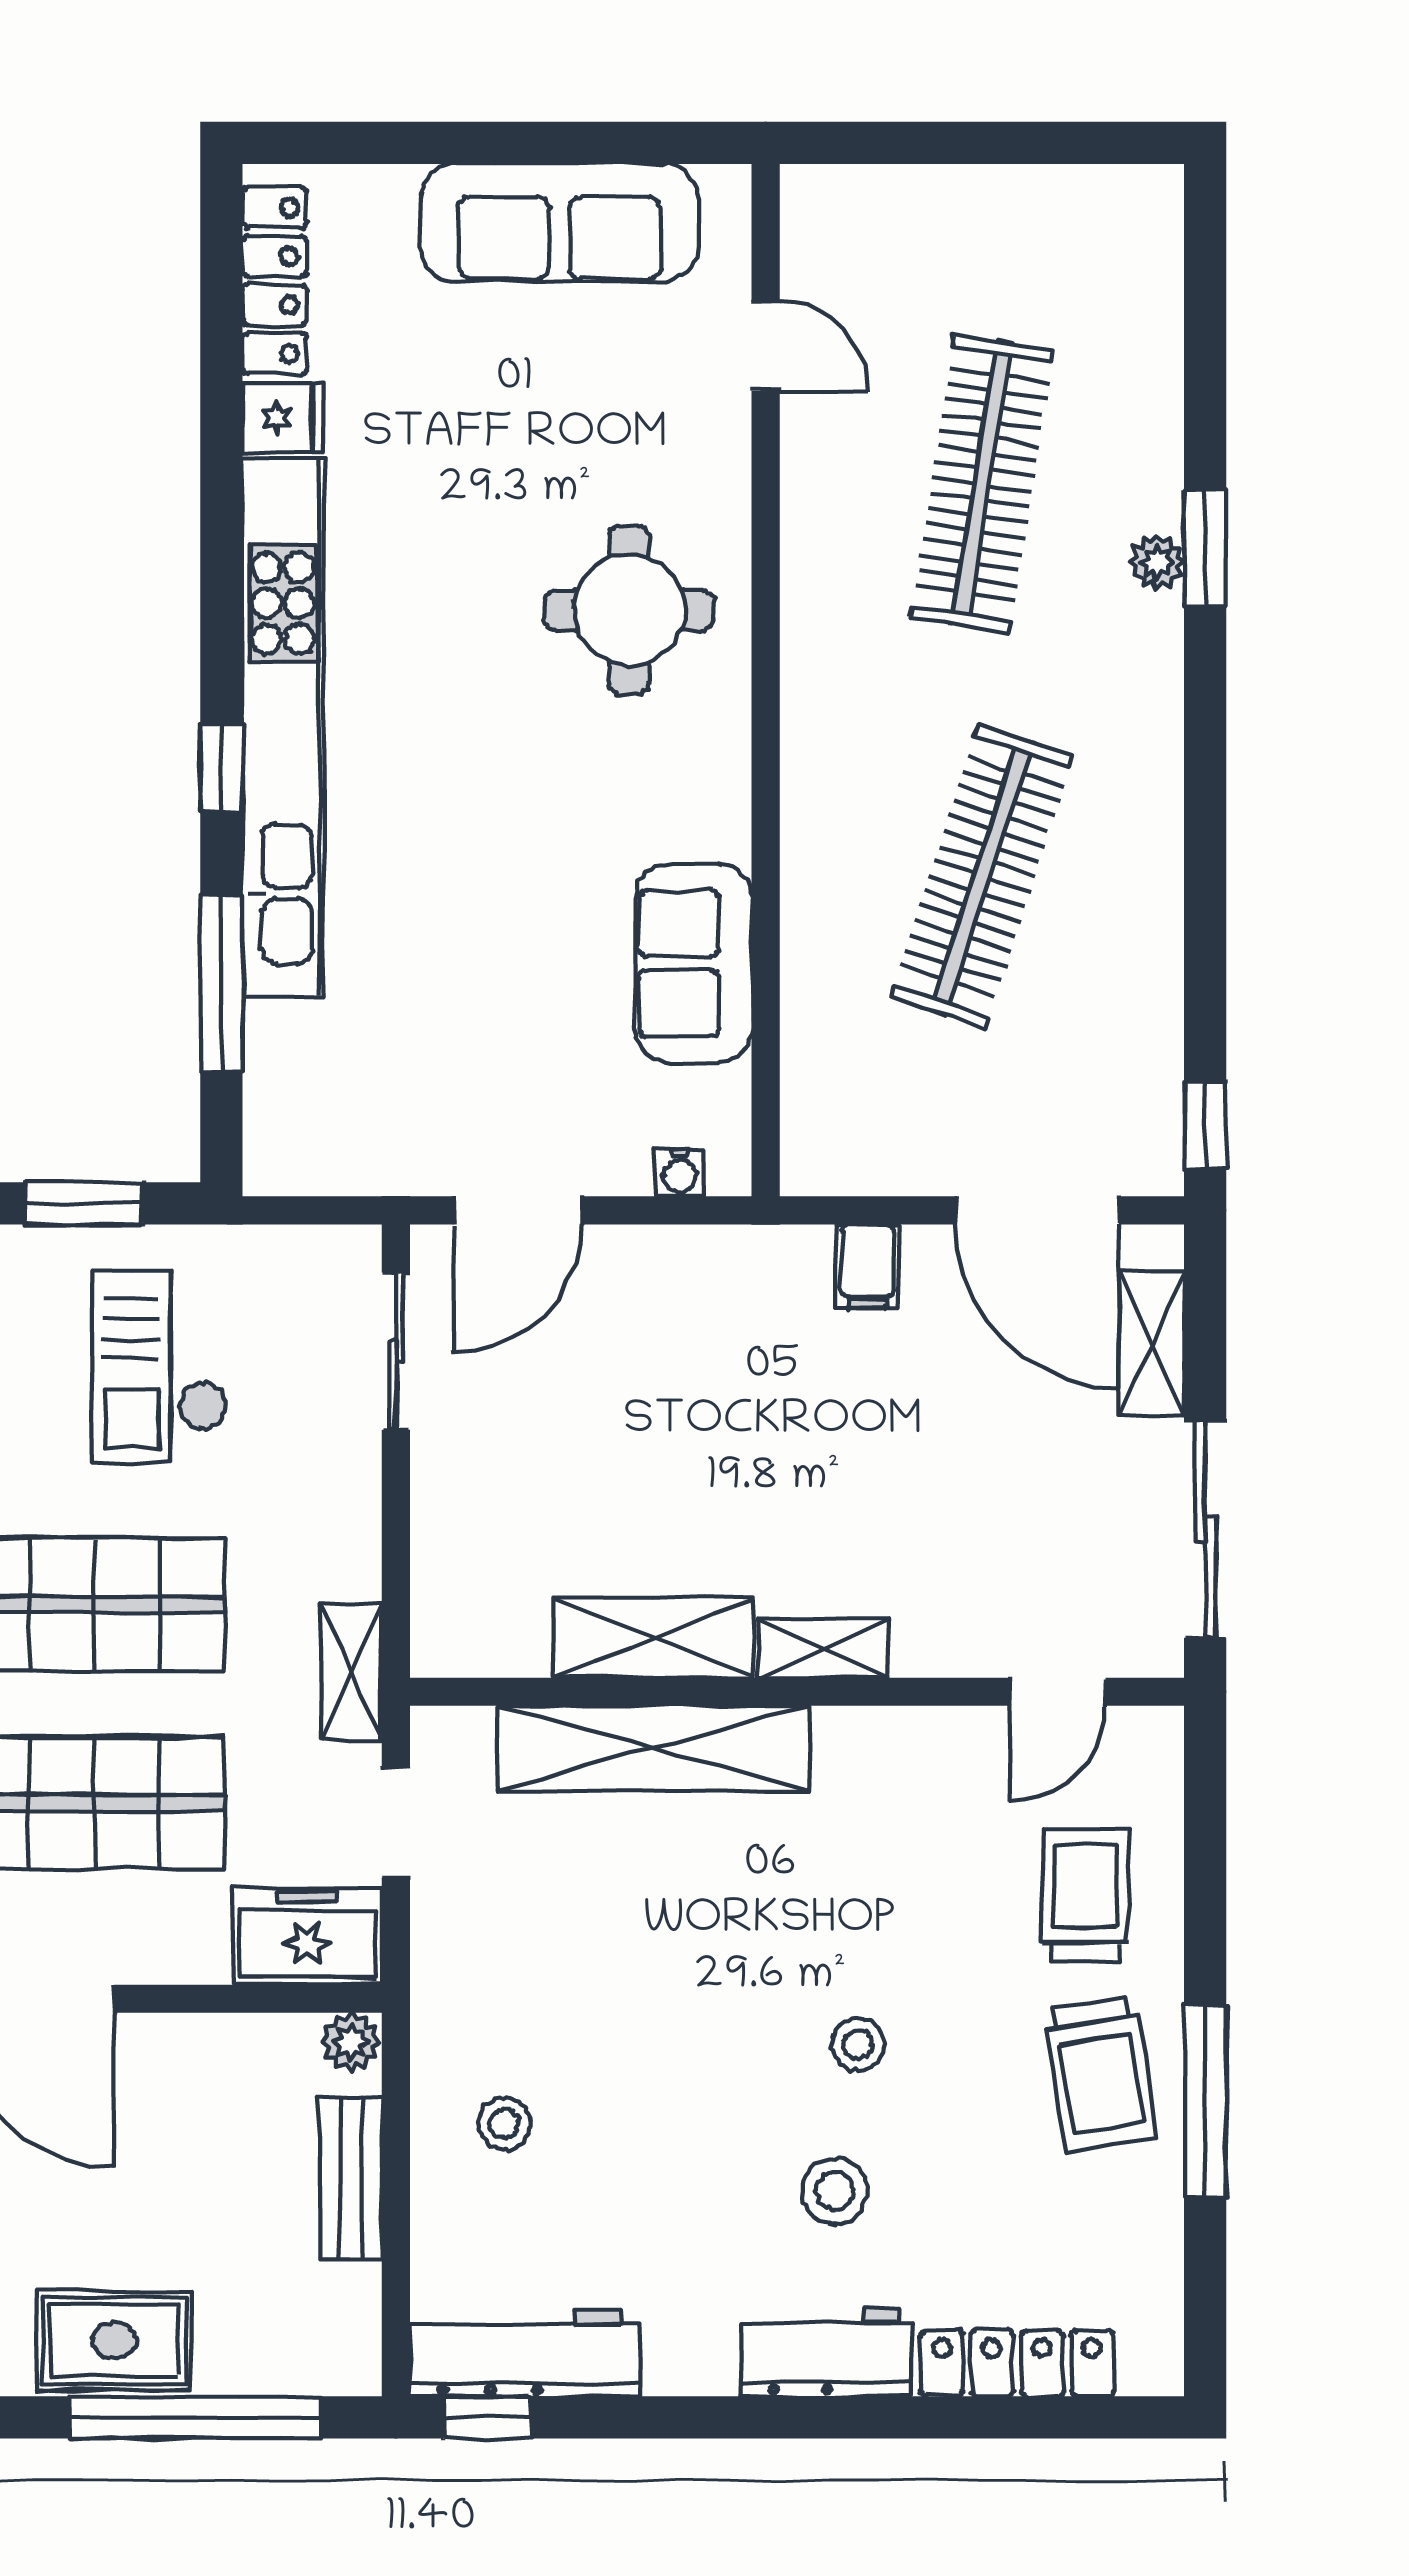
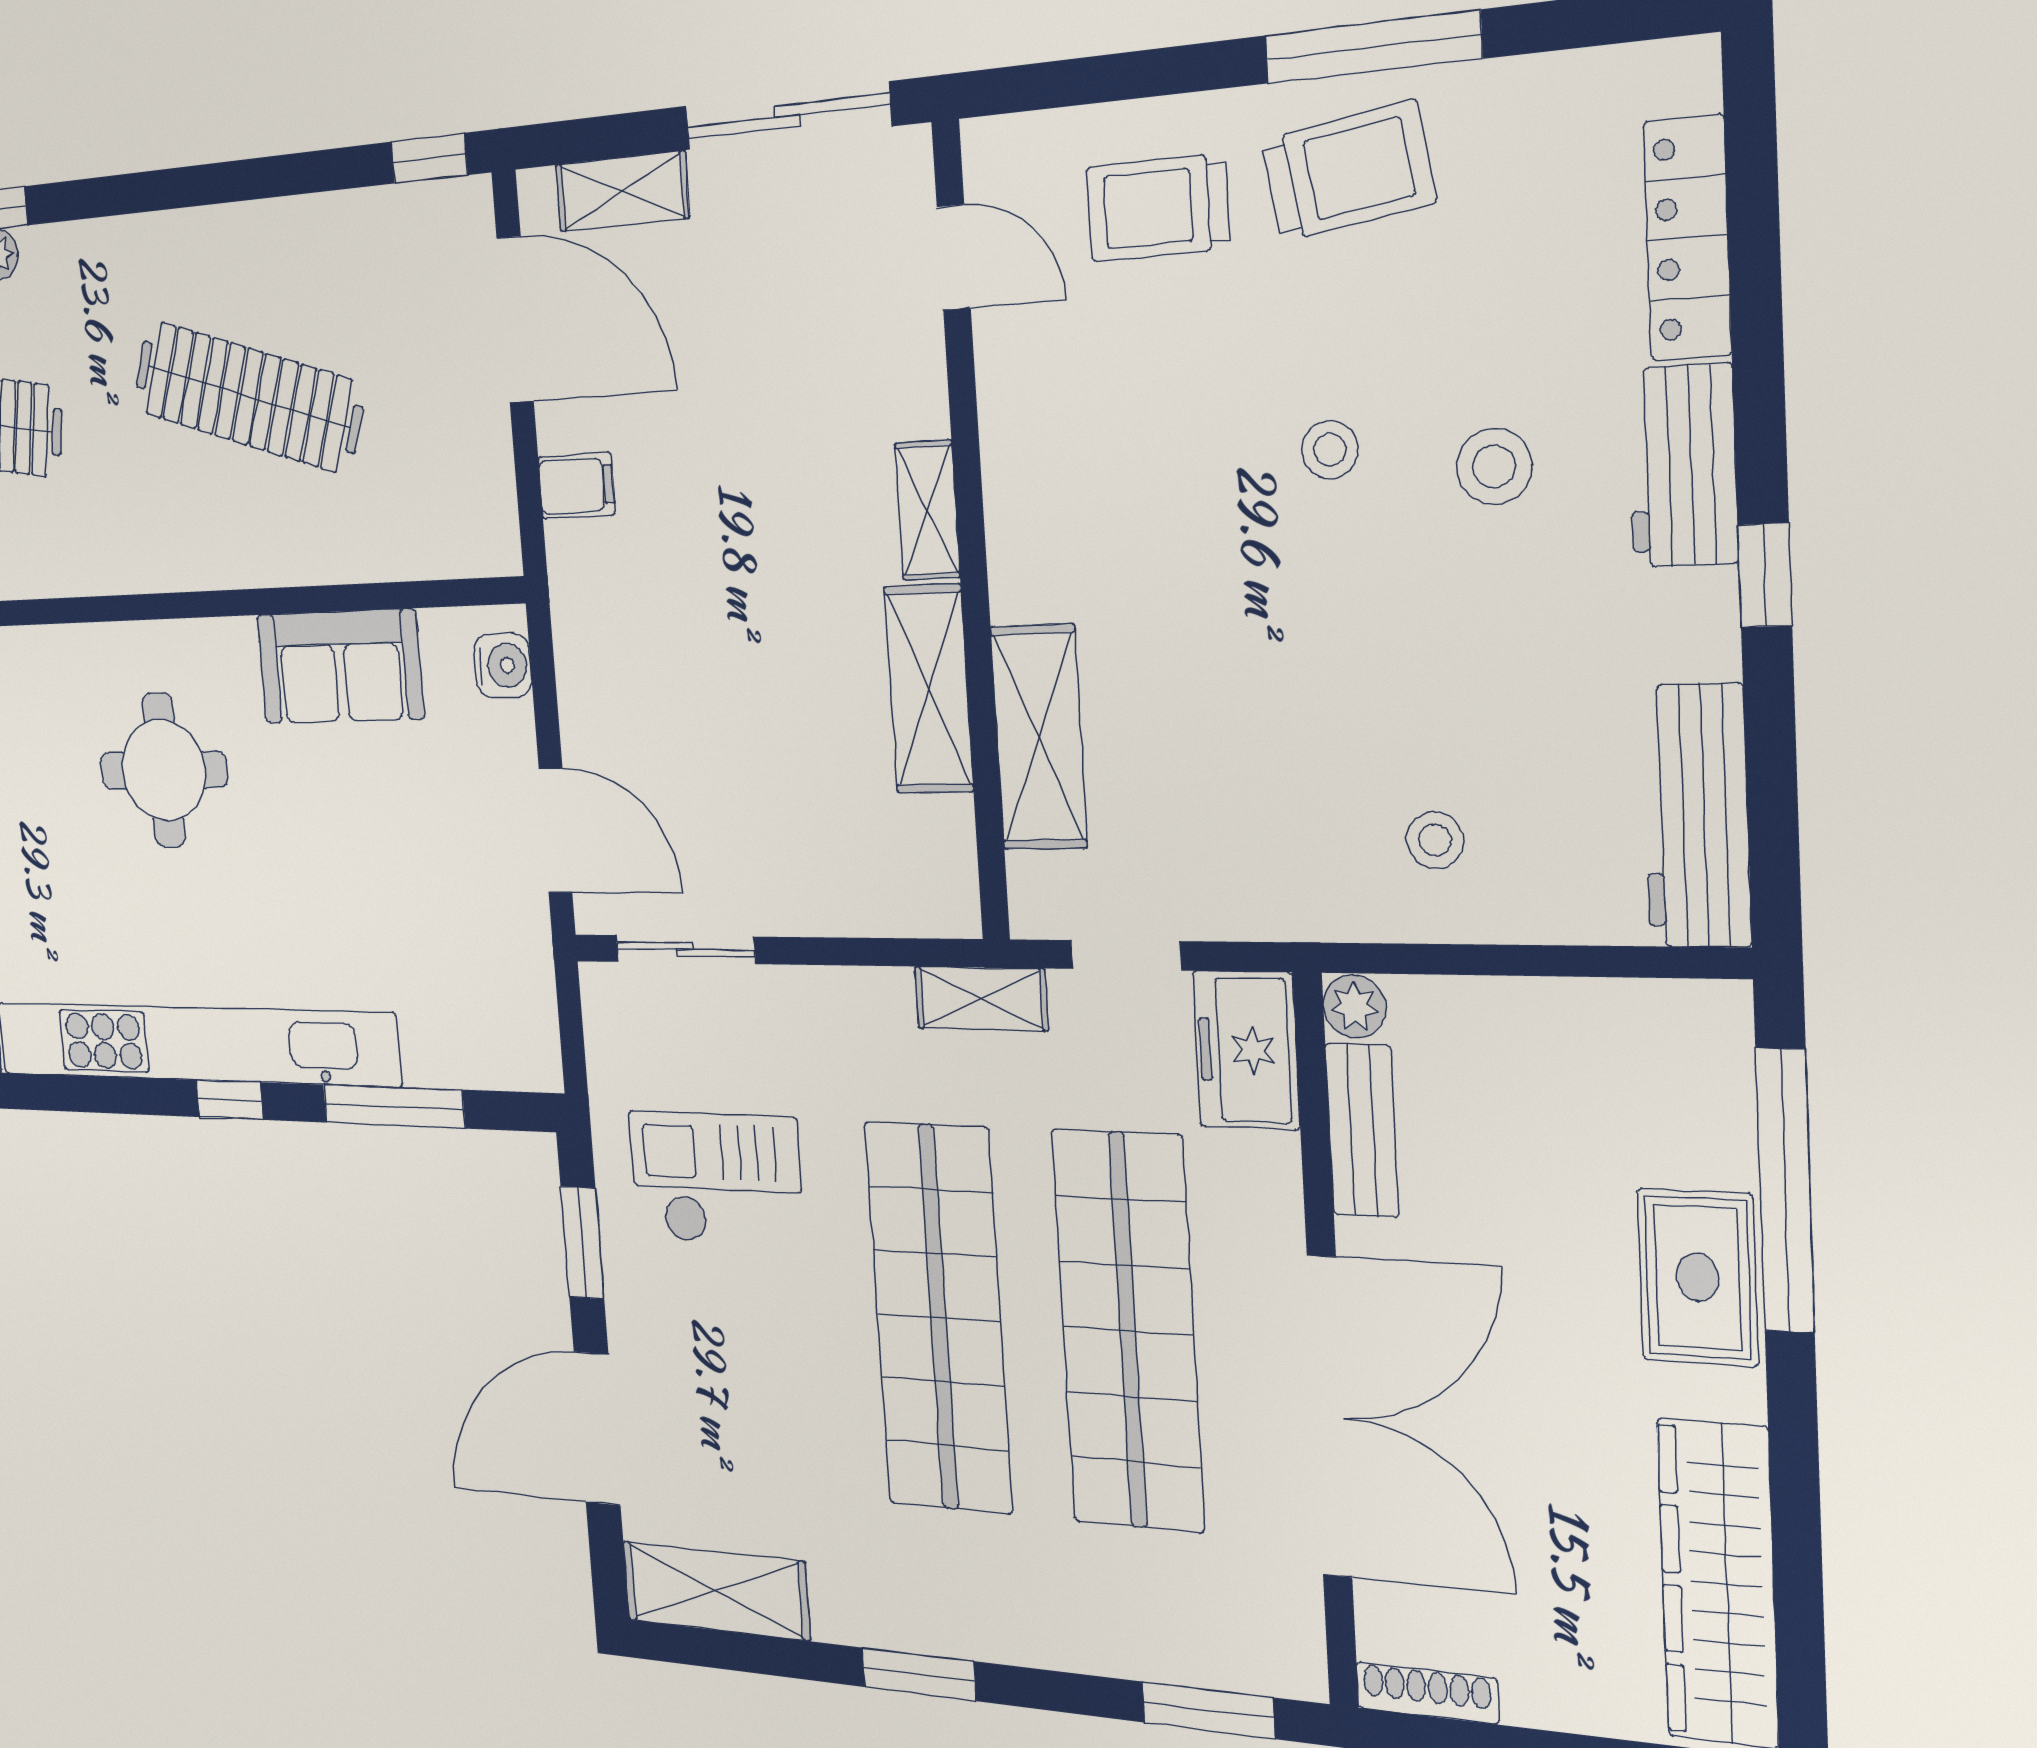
round table: (629, 610) -> (164, 770), moved
water cooler: (680, 1172) -> (503, 665), width x1.38, depth x1.38
door: (1037, 1210) -> (515, 320), hinge flipped
checkout: (159, 1367) -> (716, 1179), turned 180
shelving: (654, 1748) -> (1039, 737), width x0.68
bench: (351, 2177) -> (1362, 1130), moved, turned 90
window: (487, 2417) -> (1765, 575), moved

